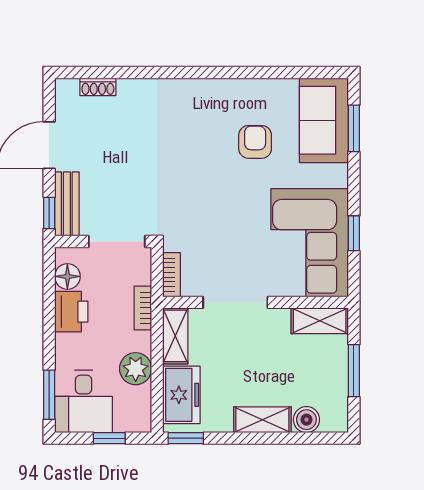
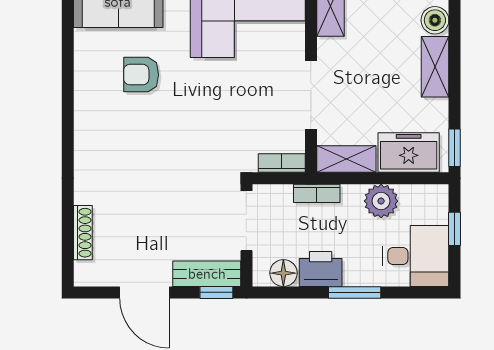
shoe rack: (98, 87) -> (83, 233), width x1.43
window: (49, 395) -> (355, 292), moved

